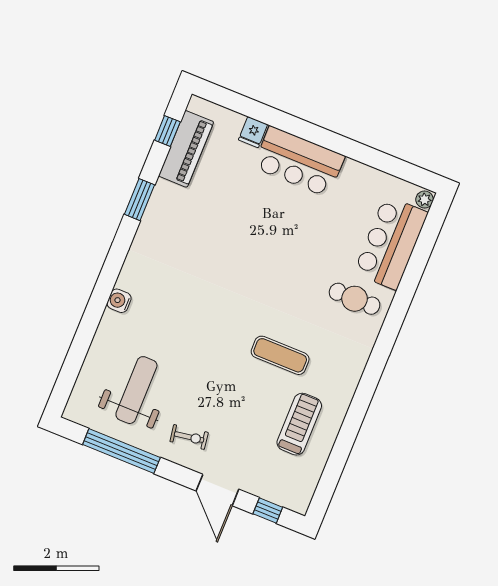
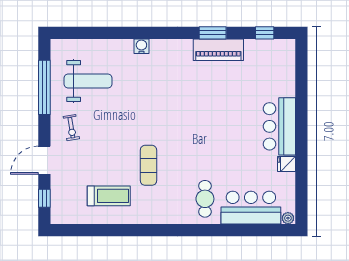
fridge: (253, 132) -> (286, 164), moved
piano: (186, 149) -> (218, 50), moved

